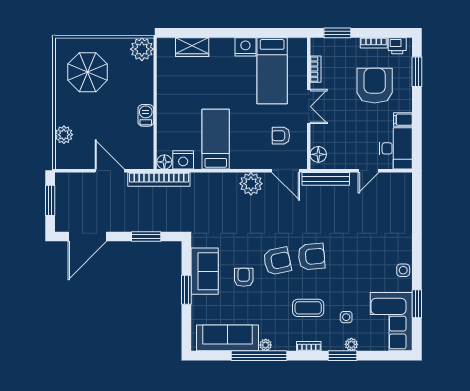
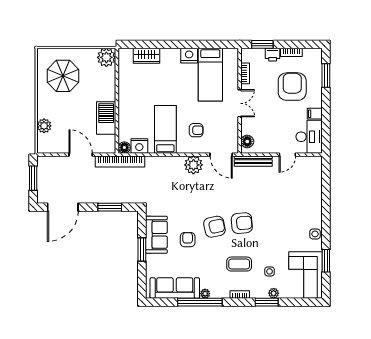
printer: (397, 46) -> (273, 55), moved
barbecue: (146, 115) -> (106, 118), width x1.88, depth x1.53
armchair: (281, 136) -> (196, 130), moved, turned 180

